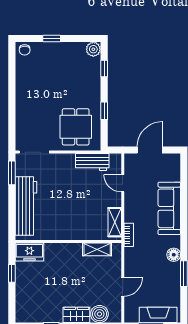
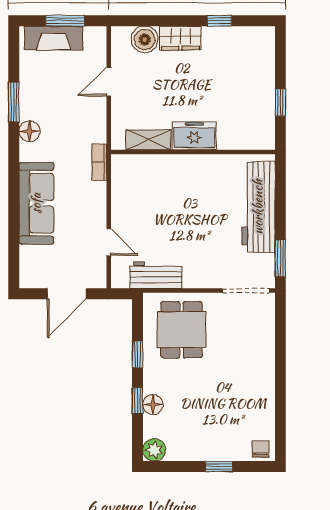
window: (104, 68) -> (137, 401), moved
floor lamp: (94, 79) -> (153, 404), added
shelving: (115, 222) -> (121, 182), removed
freezer: (29, 252) -> (194, 136), moved

